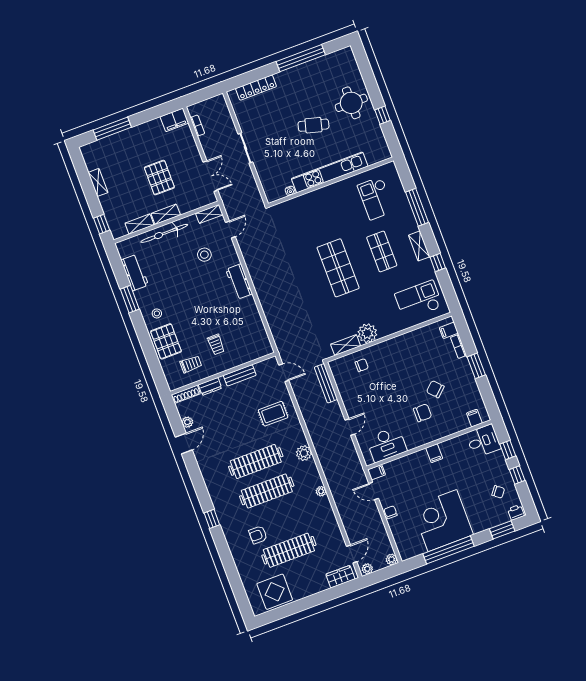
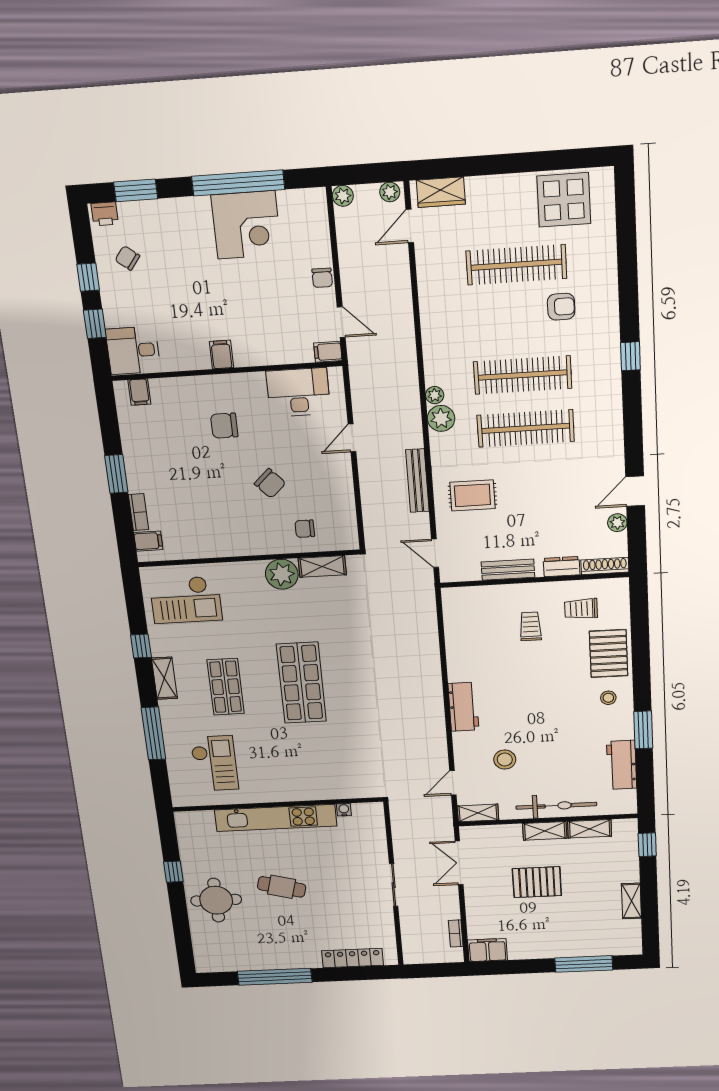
pallet: (159, 178) -> (537, 882), turned 90
bench: (326, 383) -> (417, 481), moved
chair: (435, 389) -> (270, 483), moved
plant: (321, 491) -> (435, 395), moved
corner desk: (442, 521) -> (246, 225), width x0.74, depth x0.74

